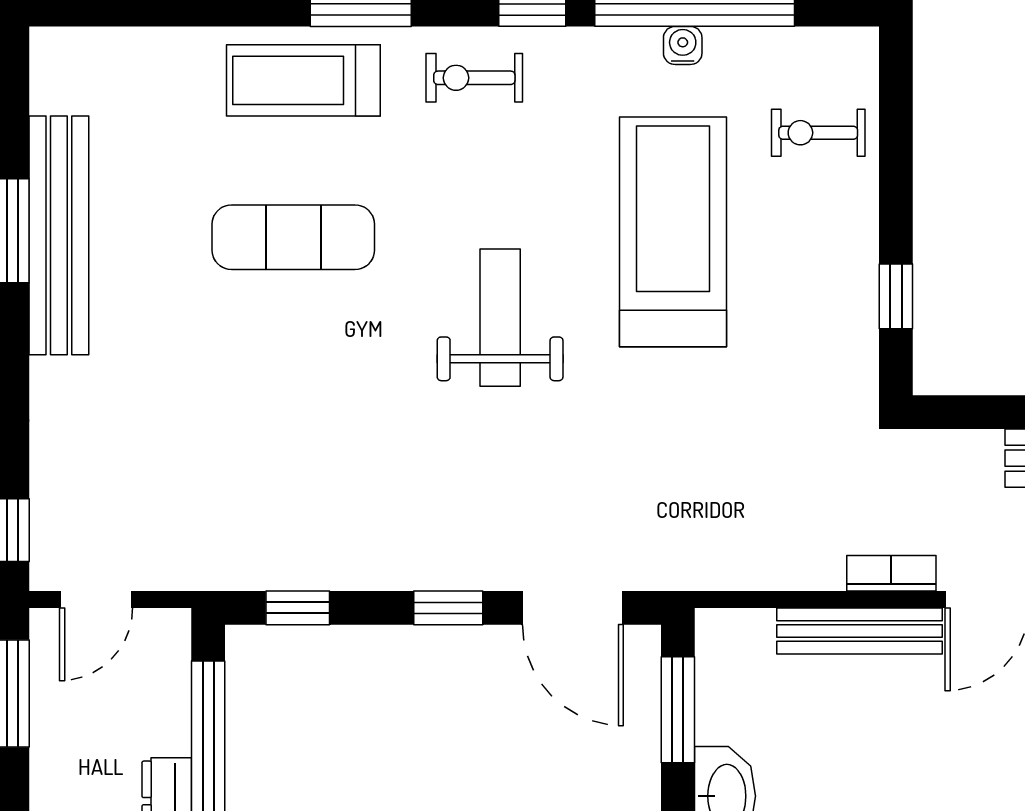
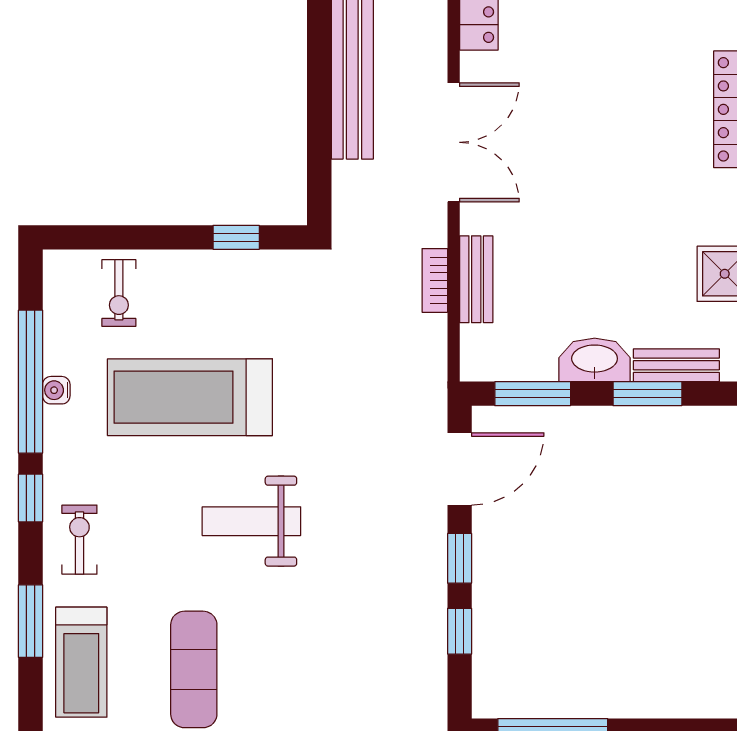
exercise bike: (474, 78) -> (79, 540), turned 180
bookcase: (891, 573) -> (435, 280), moved
window: (298, 608) -> (460, 631), moved
bench: (859, 631) -> (476, 279), width x0.73

